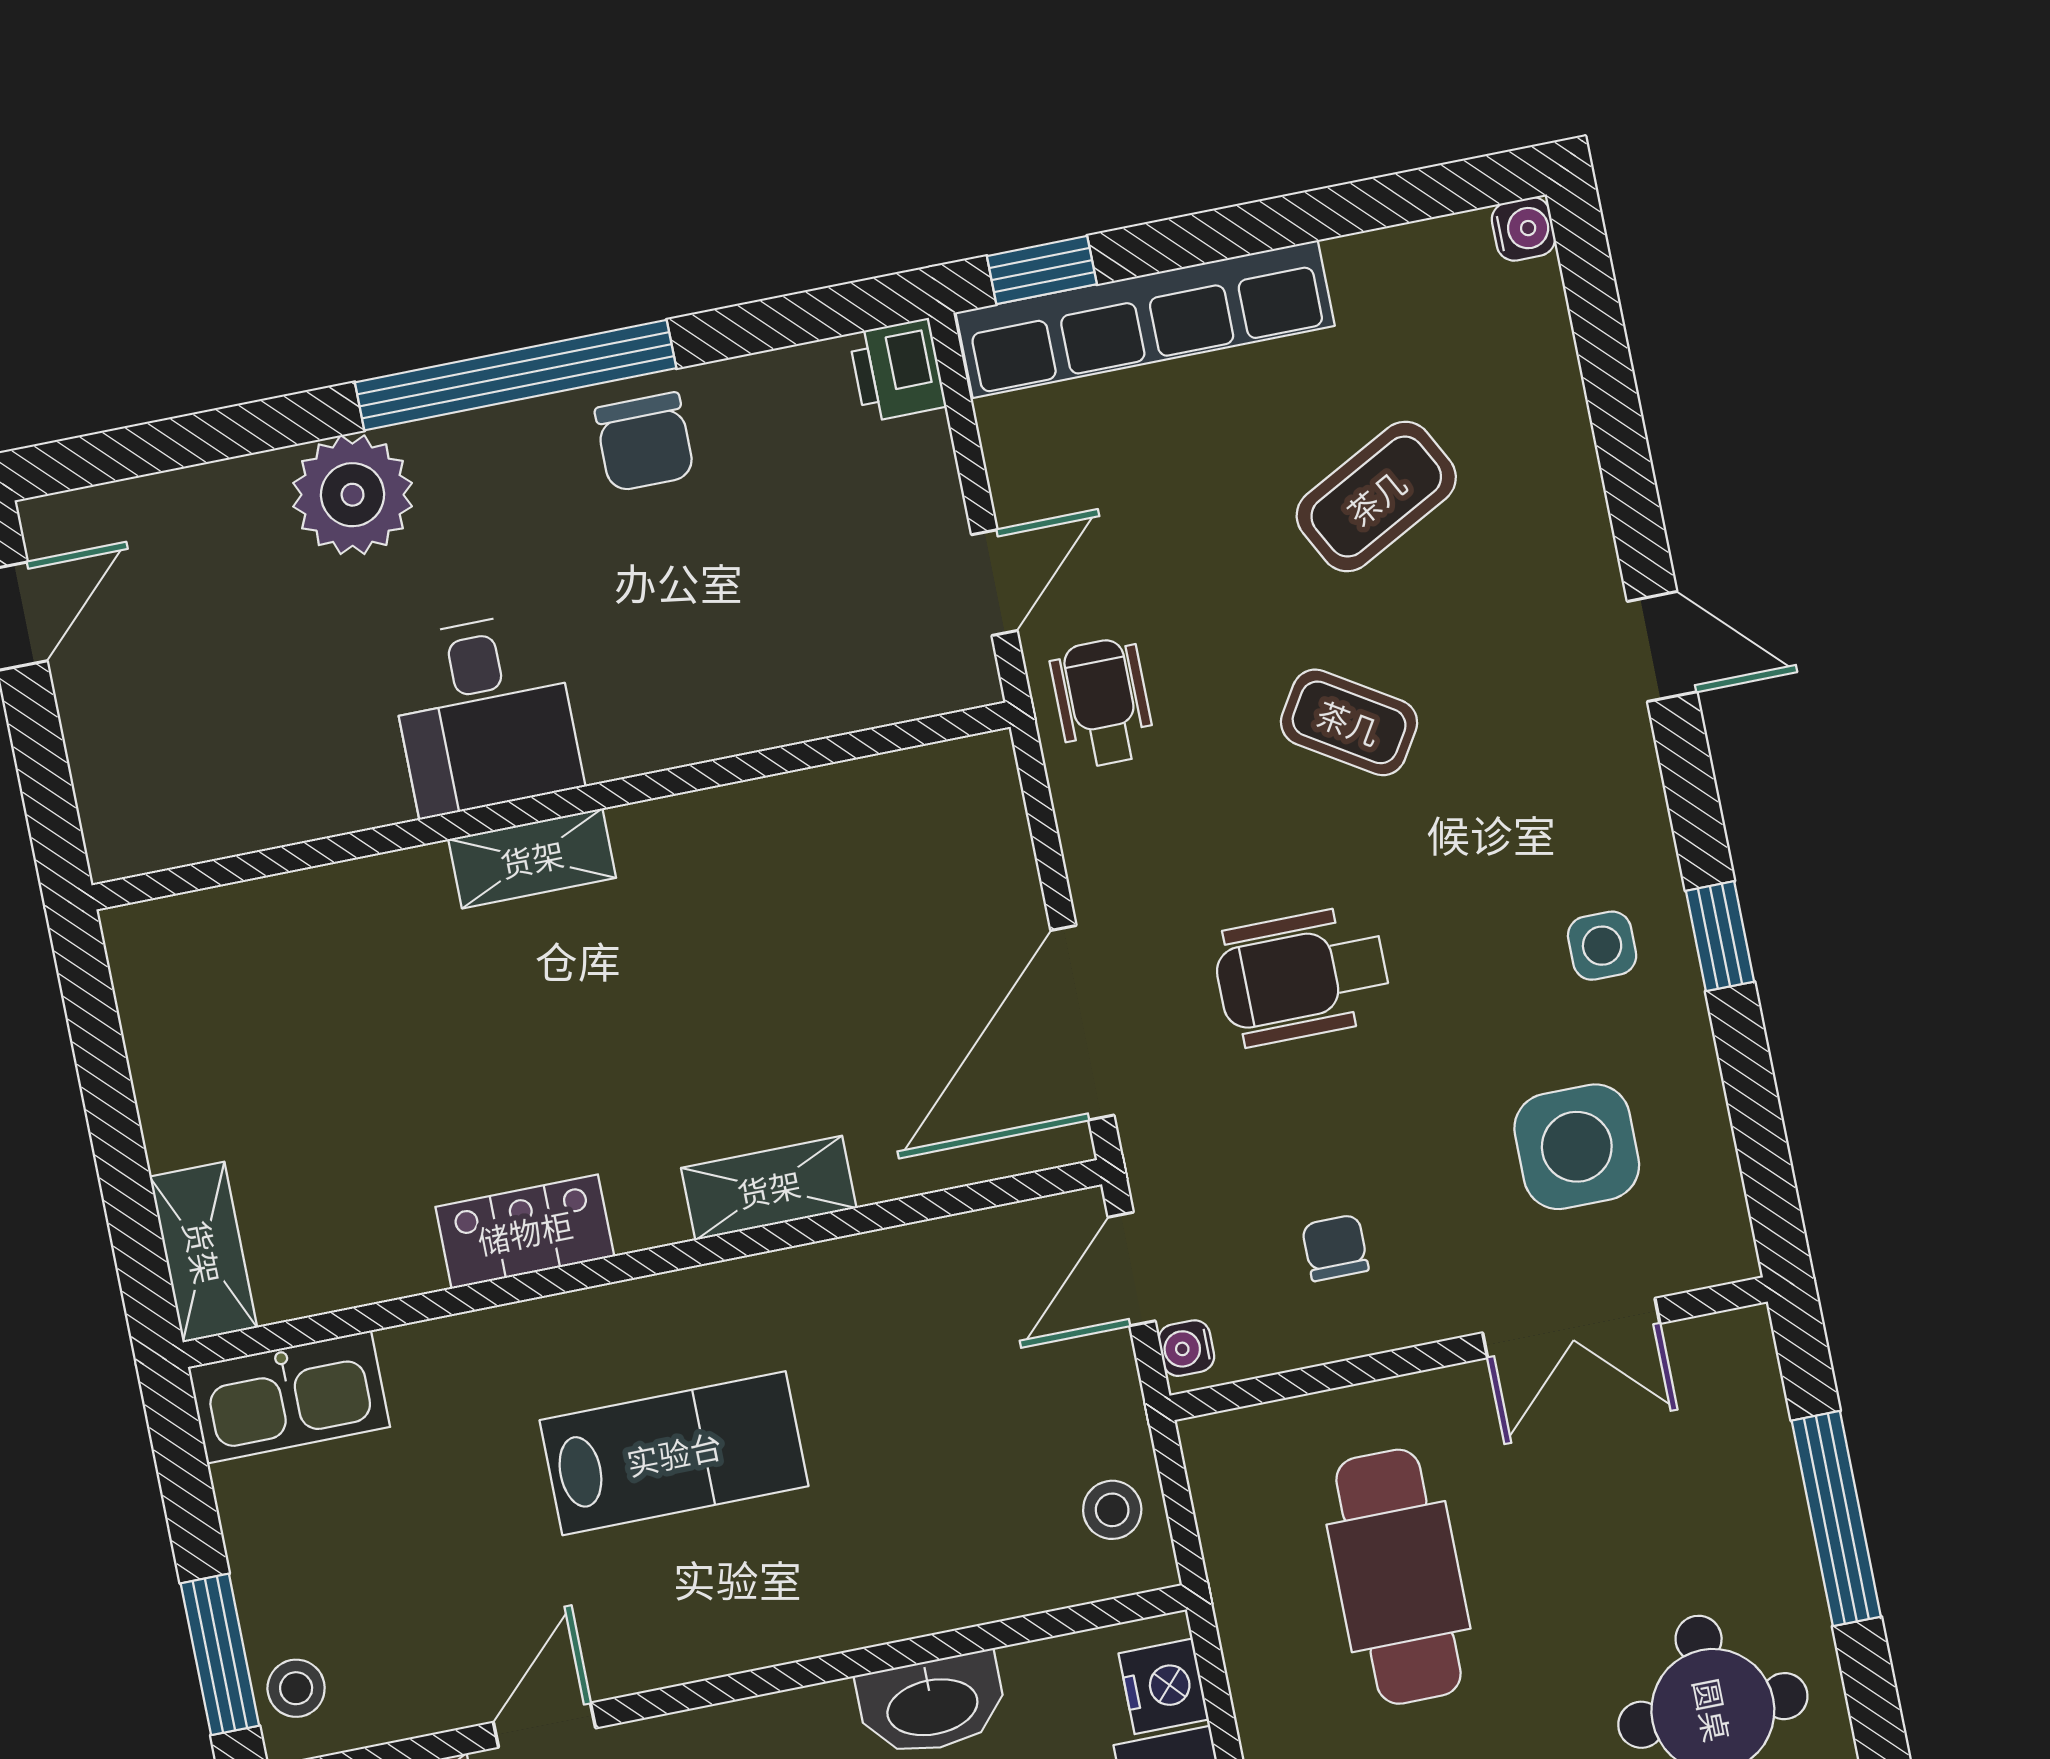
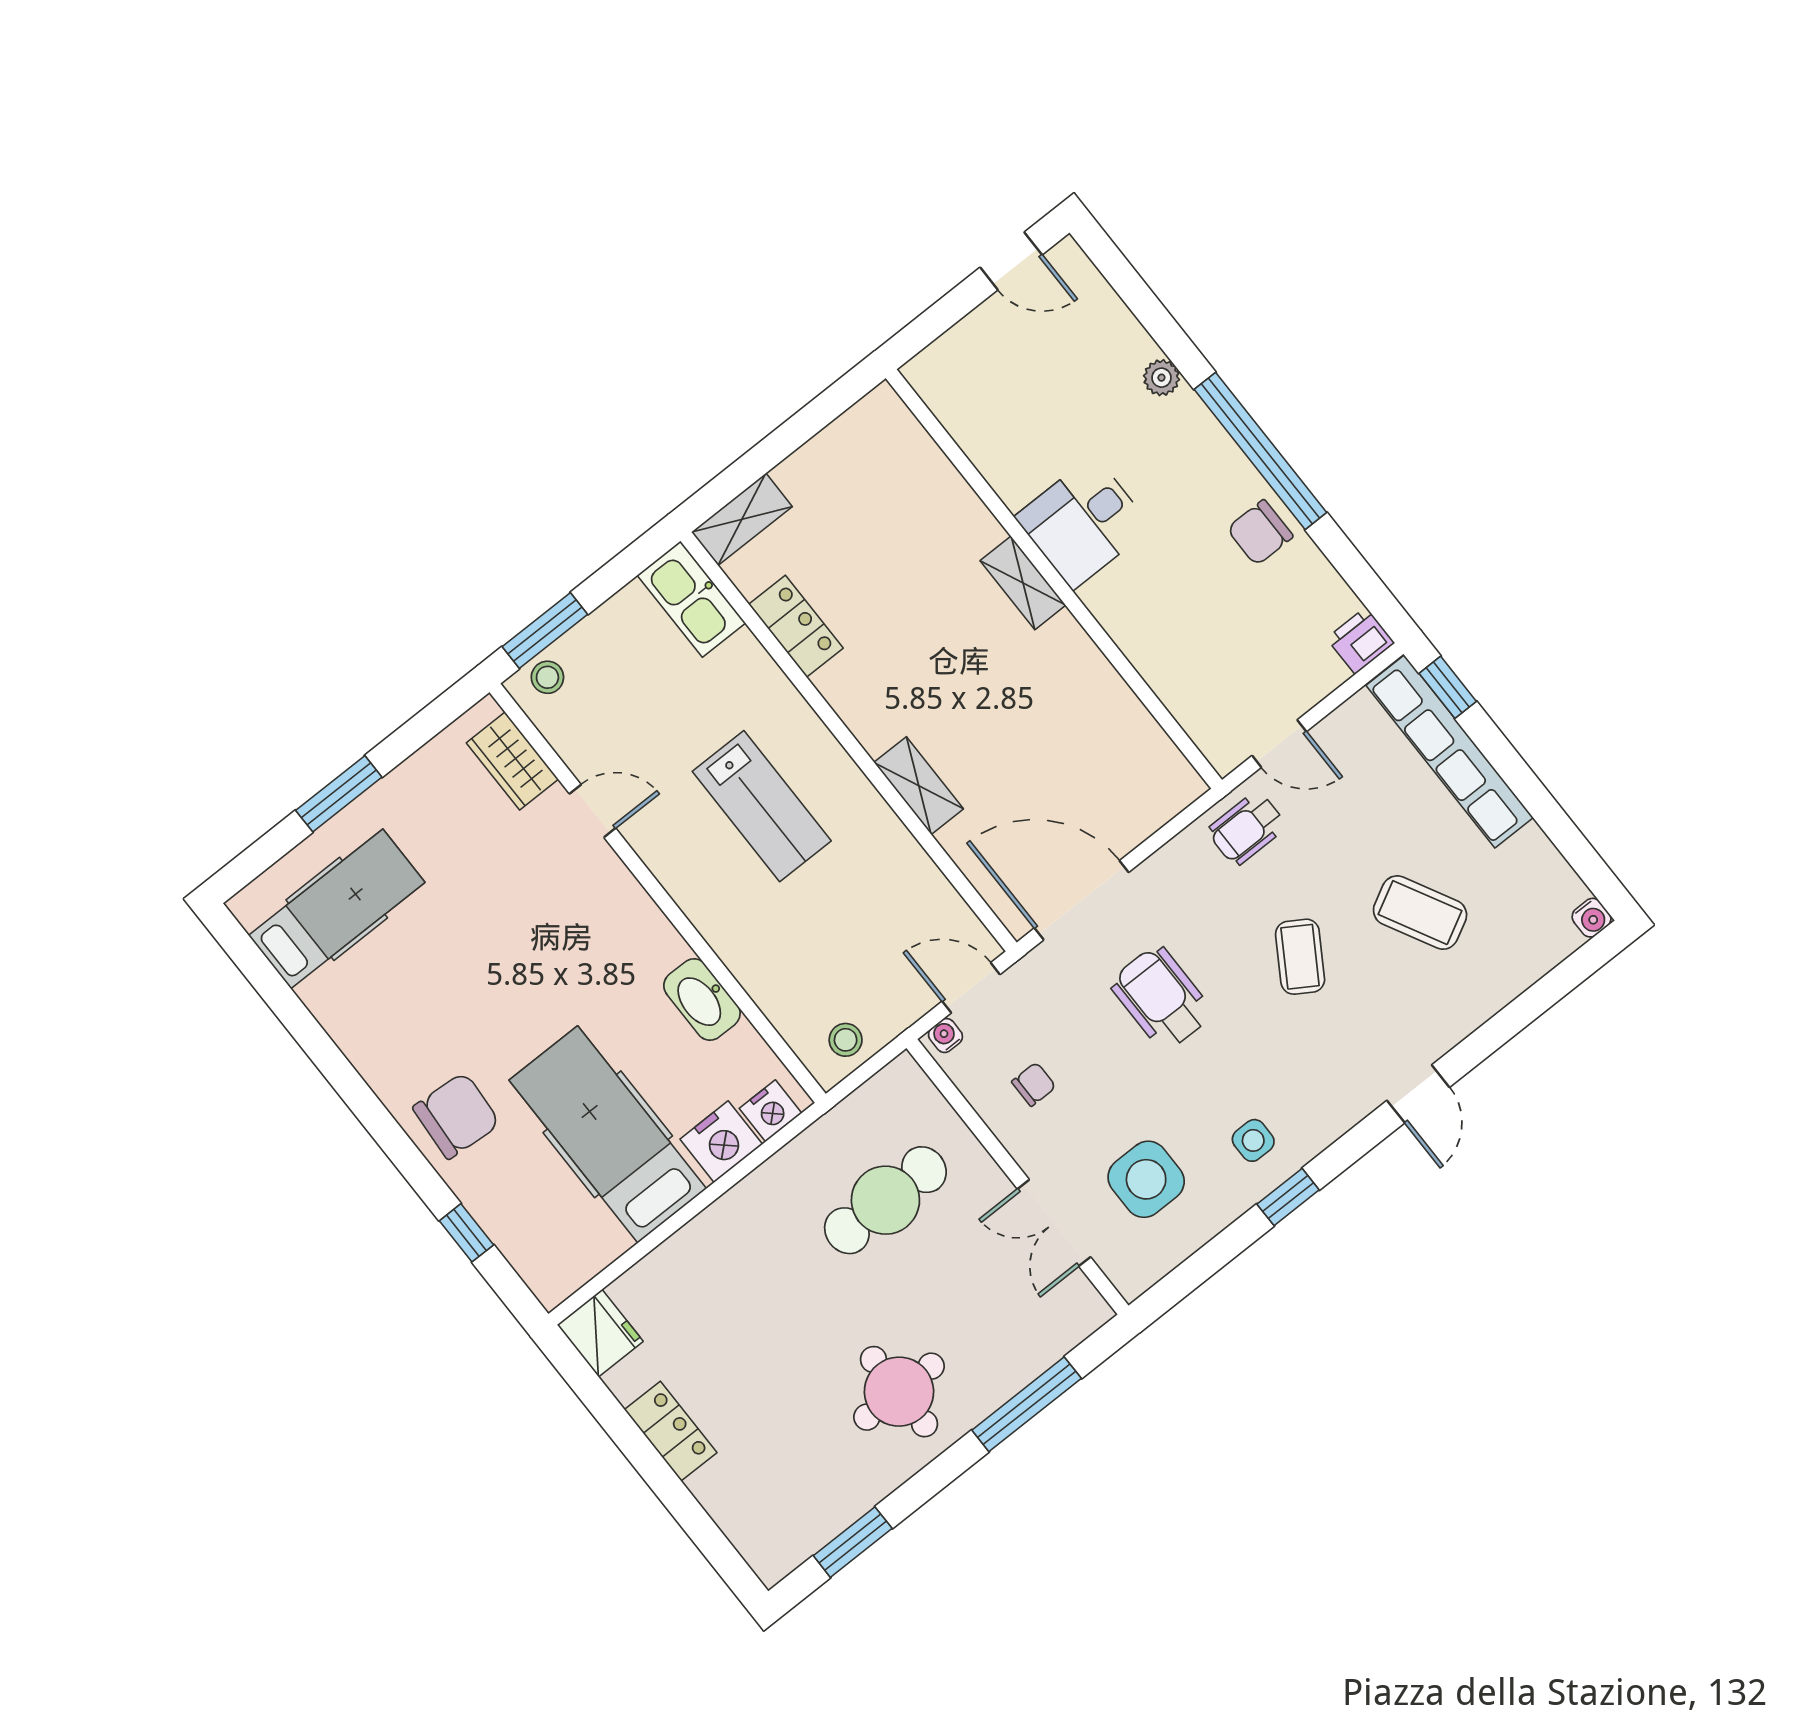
plant: (353, 495) -> (1161, 378), width x0.53, depth x0.53
wheelchair: (1103, 703) -> (1247, 828), turned 180
locker: (525, 1232) -> (796, 626), moved

